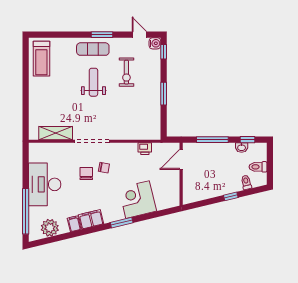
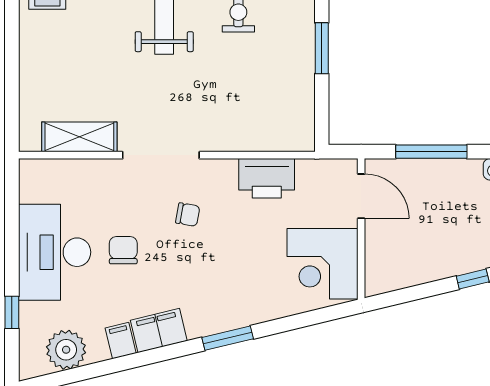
printer: (145, 149) -> (267, 178), width x1.87, depth x1.48
door: (181, 159) -> (361, 196), swing flipped
chair: (86, 174) -> (123, 250), moved
corner desk: (138, 200) -> (323, 264), moved, turned -76
window: (26, 211) -> (12, 312), width x0.32

